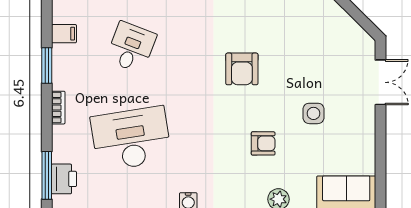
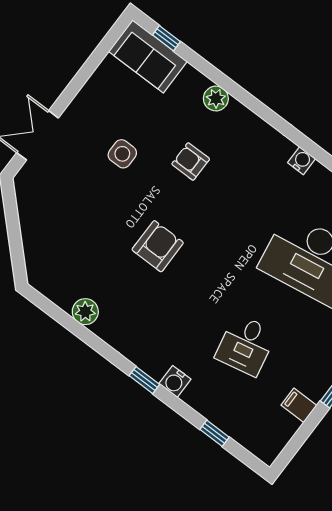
desk: (131, 47) -> (246, 345), turned -33

